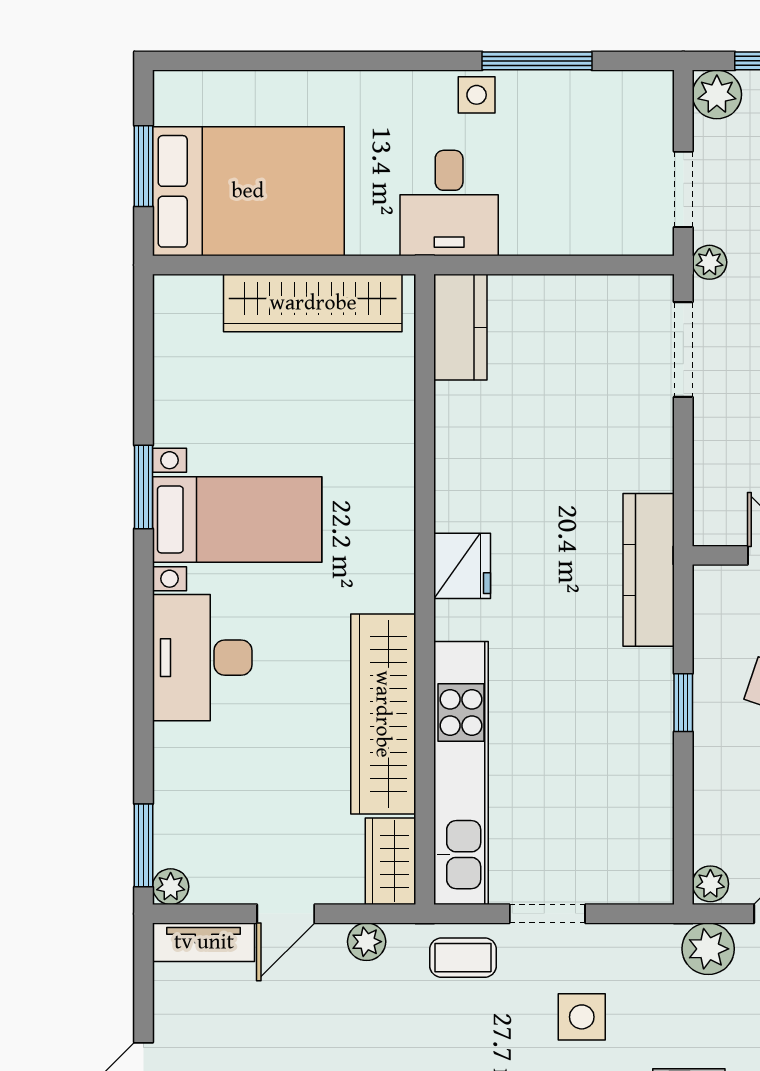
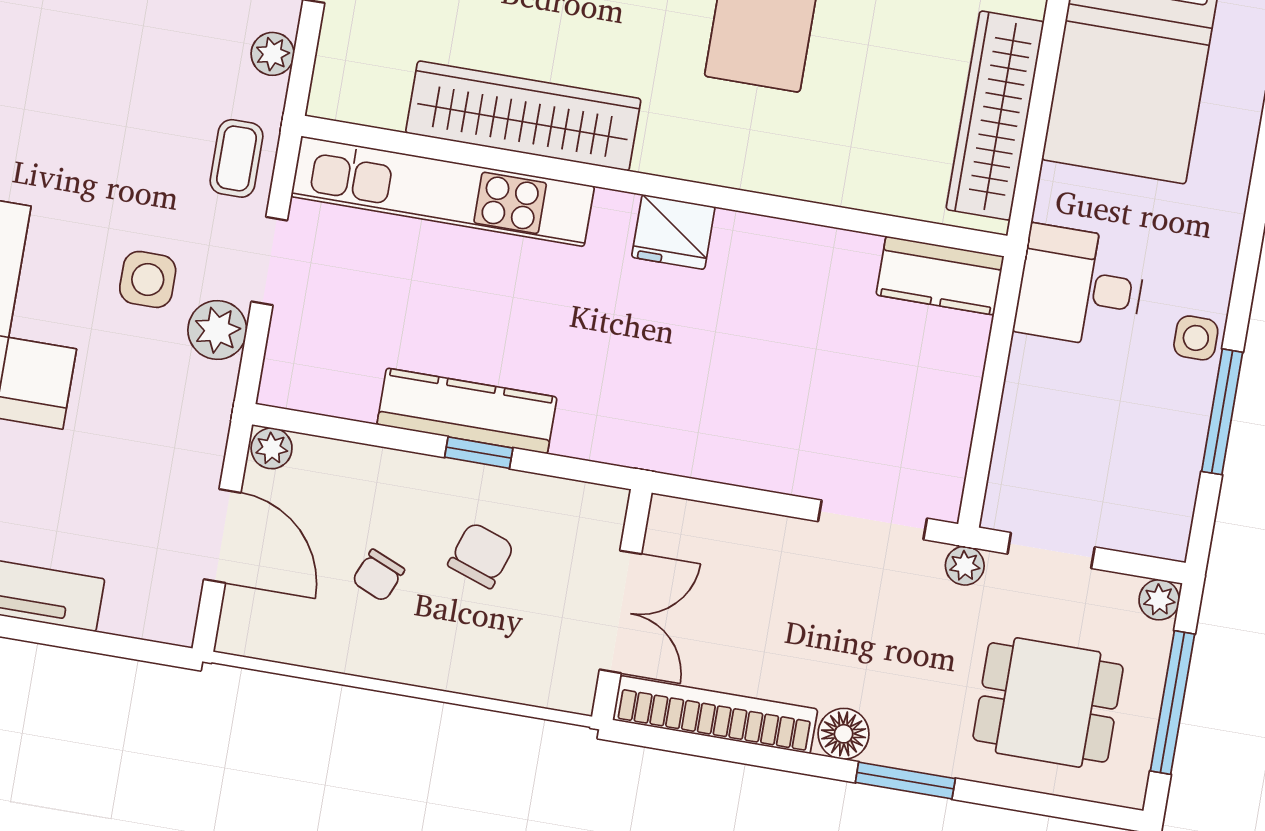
plant: (717, 94) -> (1159, 600), width x0.73, depth x0.73
kitchen counter: (649, 570) -> (467, 411), moved
wardrobe: (390, 861) -> (358, 96), removed
plant: (708, 949) -> (217, 330), moved

